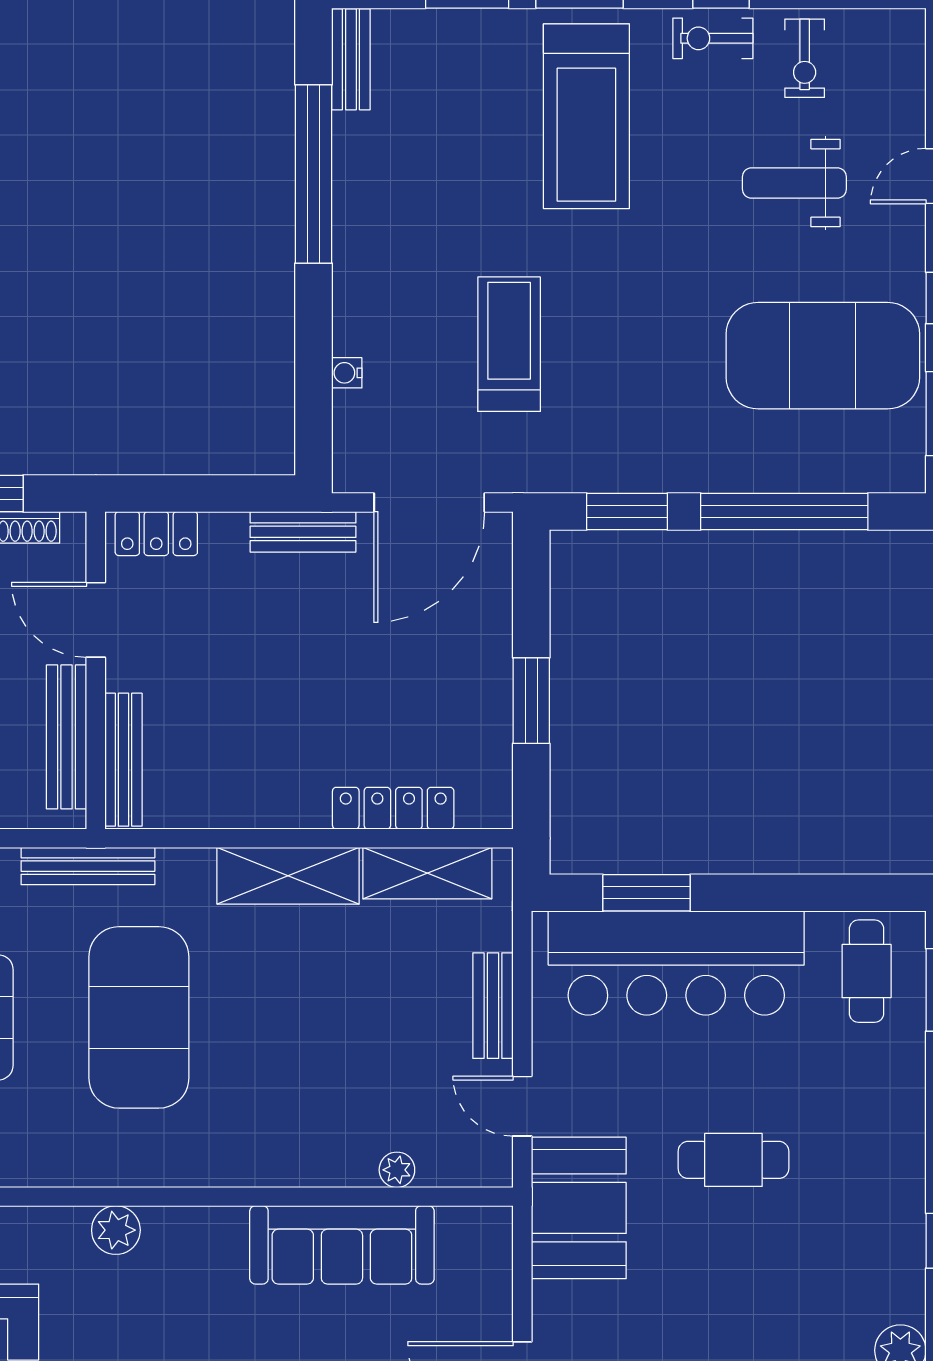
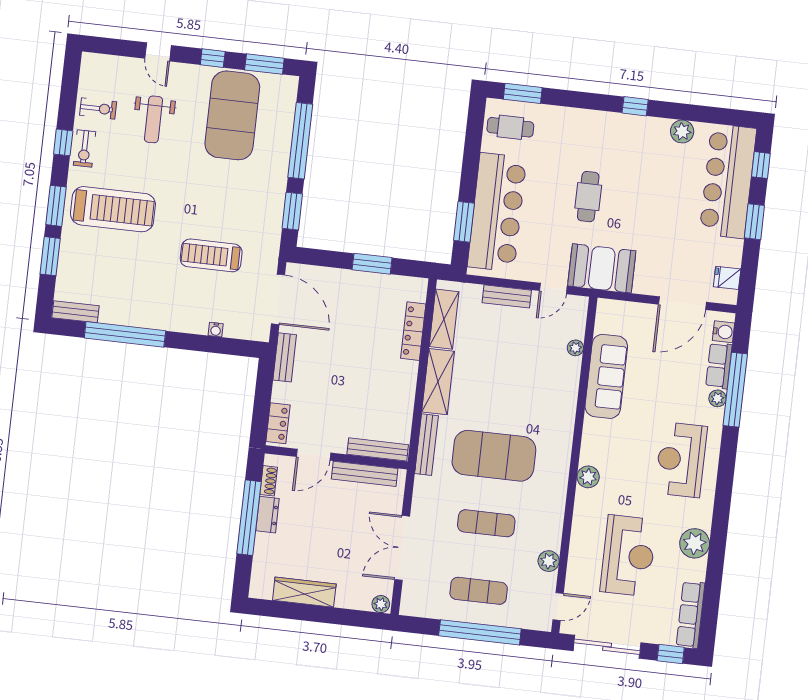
bench: (88, 866) -> (426, 445), moved

